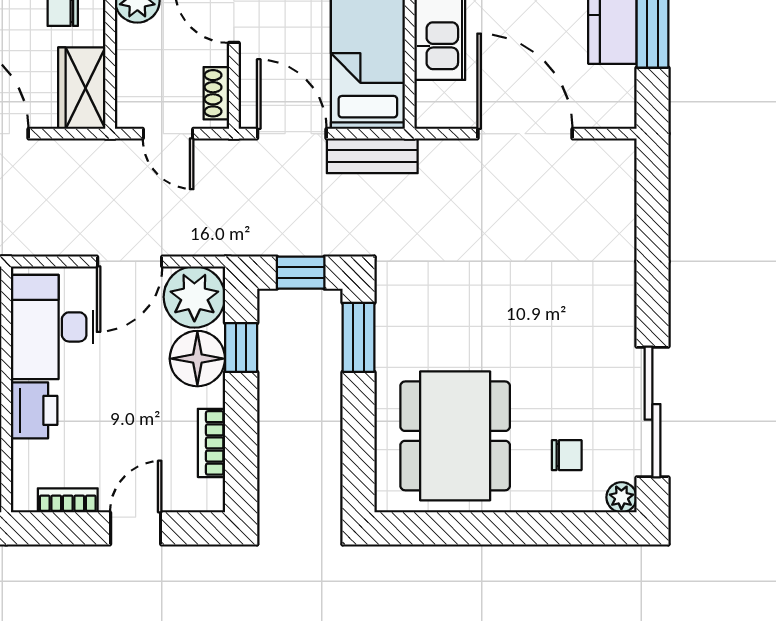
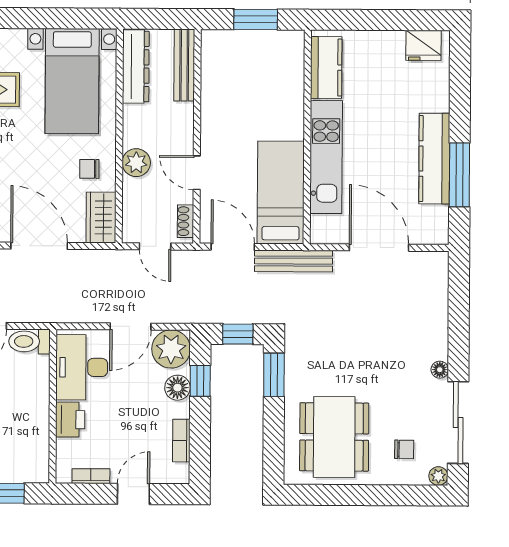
bench: (372, 156) -> (293, 261), width x1.36
floor lamp: (623, 328) -> (440, 370), added
floor lamp: (197, 359) -> (177, 388), width x0.73, depth x0.73

